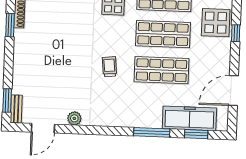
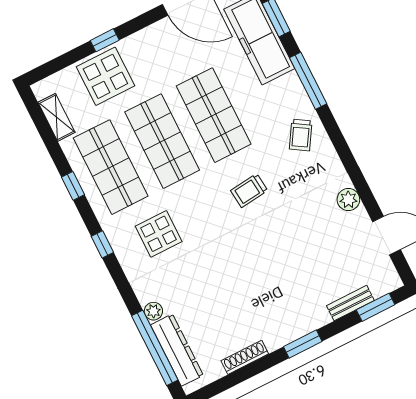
window: (10, 25) -> (303, 344), moved
bench: (16, 109) -> (350, 303), moved
trolley: (124, 112) -> (301, 135), added

